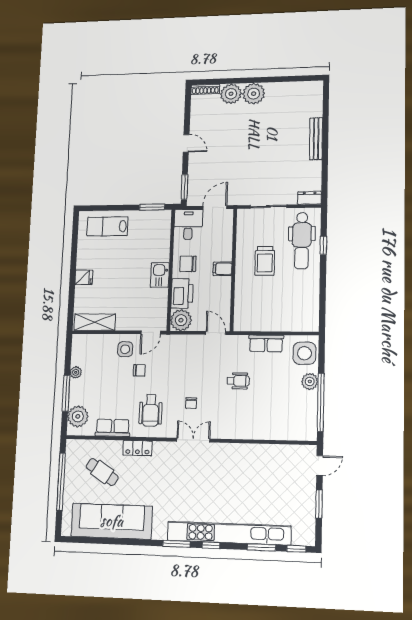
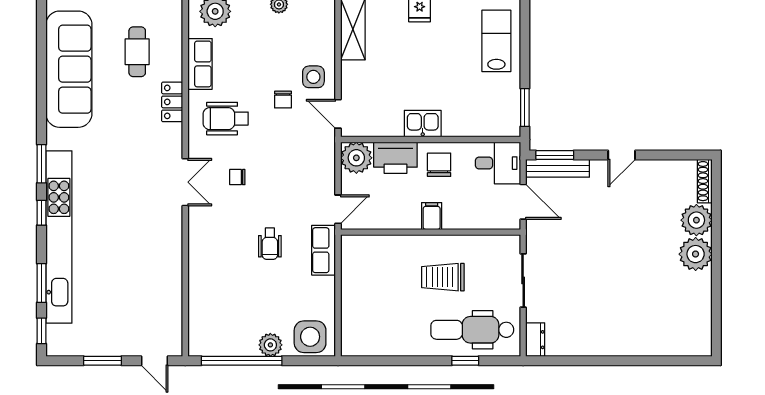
bench: (316, 139) -> (558, 168), moved
row of seats: (266, 343) -> (324, 250), moved
cafe table: (102, 472) -> (137, 52), turned -32

